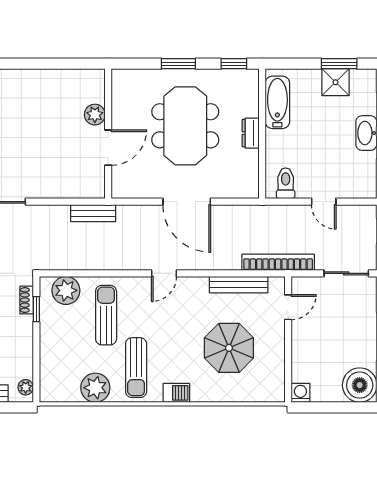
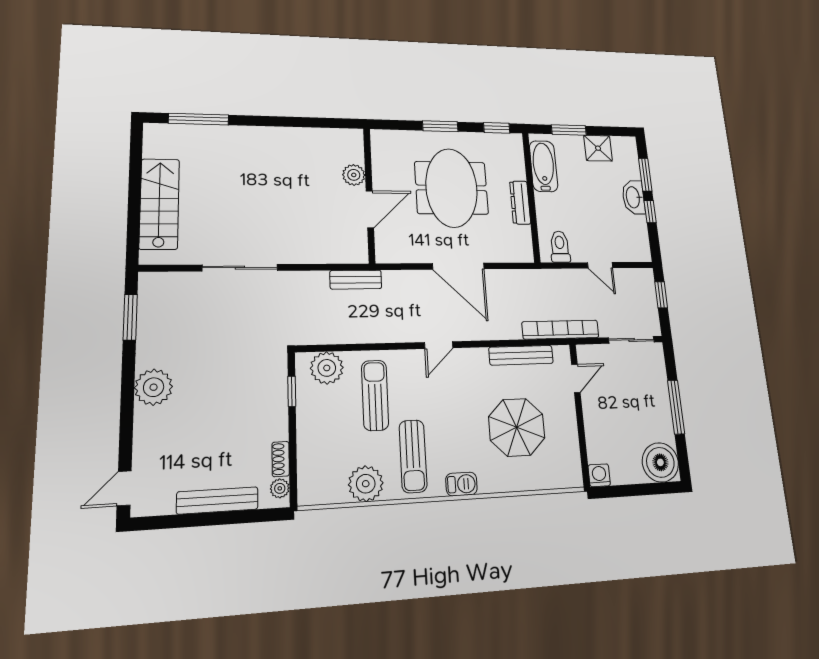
window: (339, 64) -> (569, 130), moved
dresser: (251, 133) -> (520, 203), width x1.44
shoe rack: (27, 300) -> (281, 459), moved

